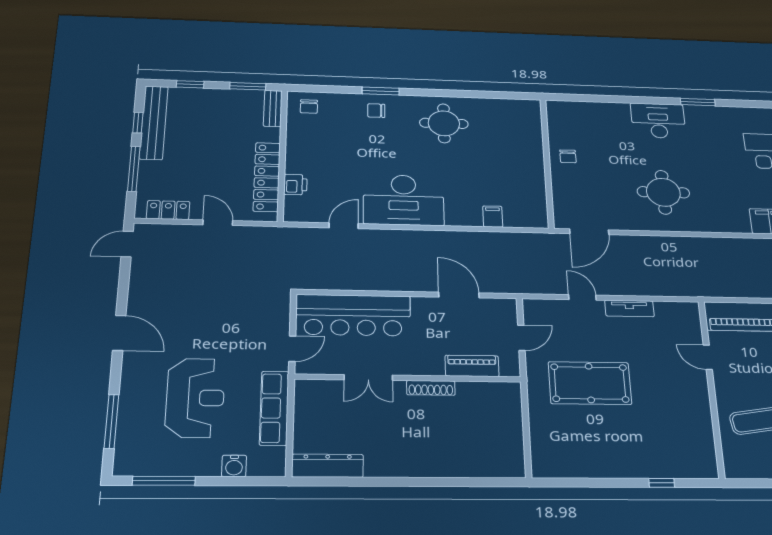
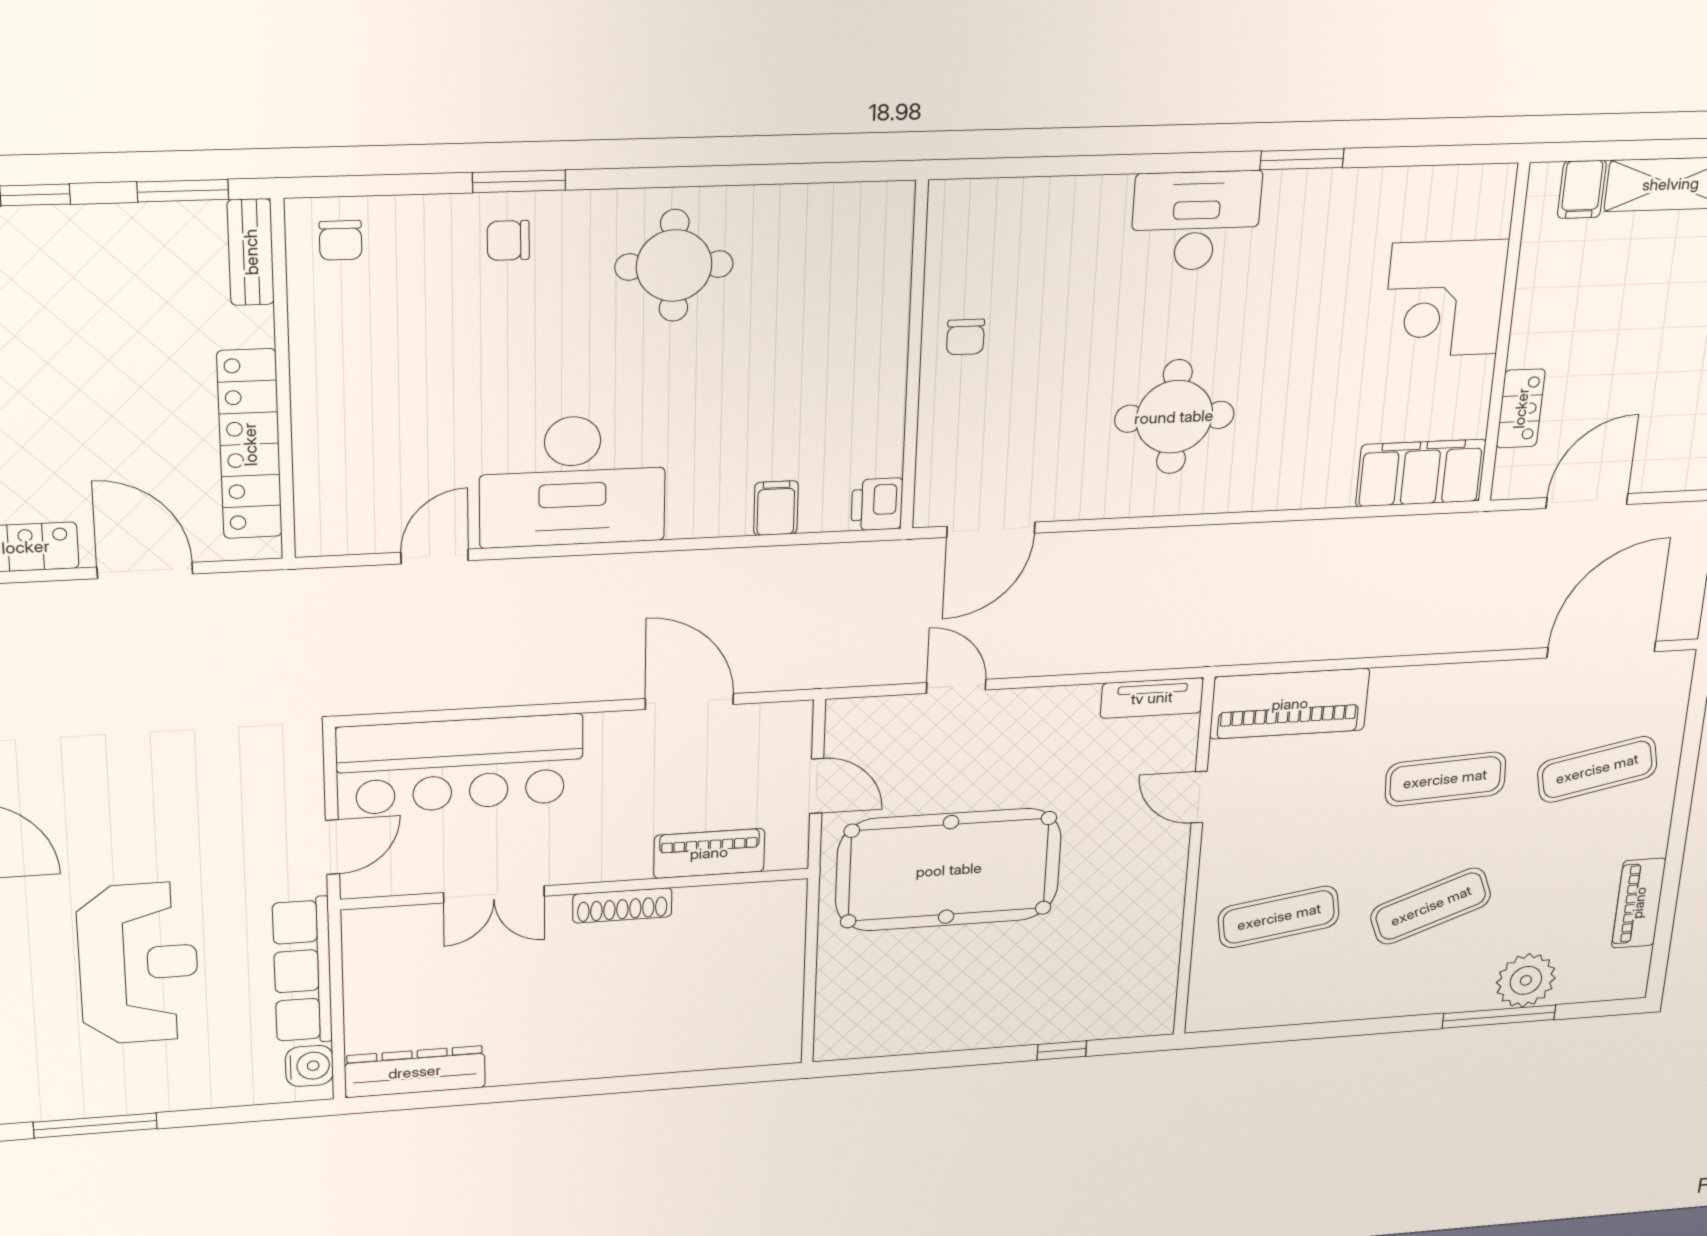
printer: (295, 185) -> (877, 504), moved, turned 180
door: (218, 223) -> (145, 570), width x1.38
tv unit: (629, 308) -> (1152, 698), moved
door: (521, 338) -> (817, 786), hinge flipped
pool table: (590, 383) -> (949, 870), width x1.36, depth x1.32
water cooler: (234, 466) -> (309, 1066), moved, turned -90

